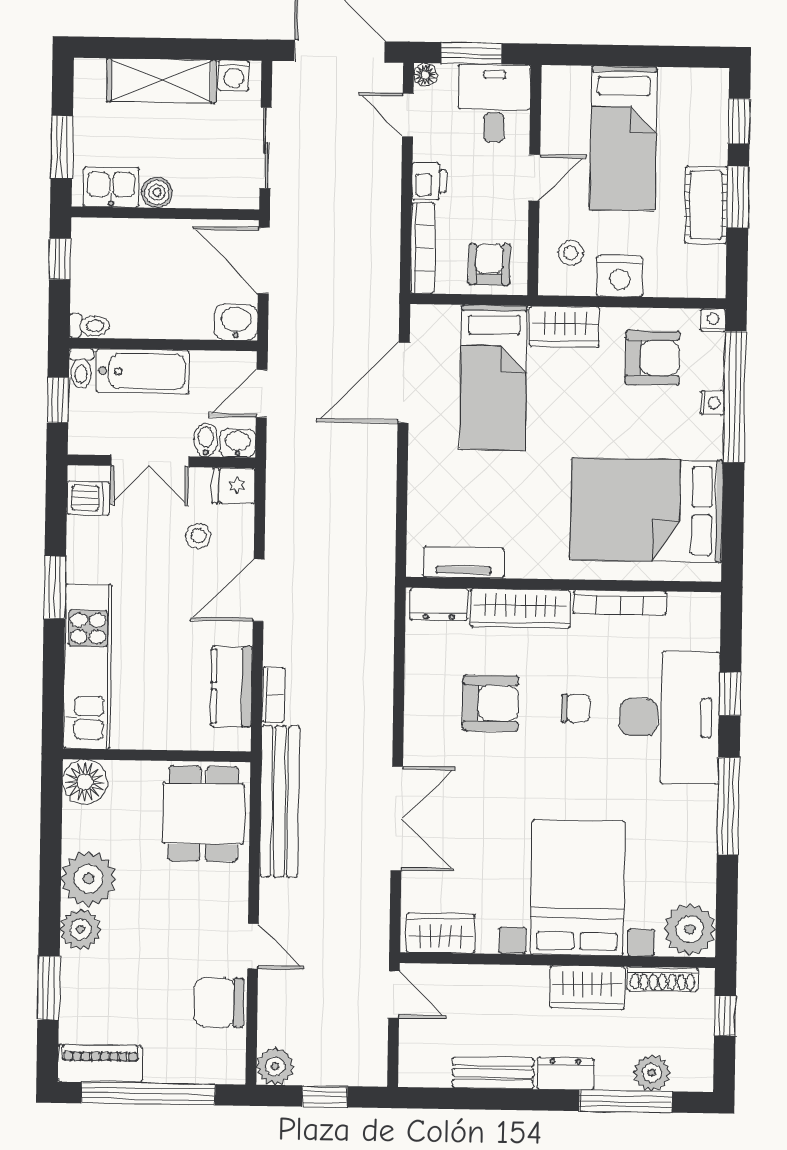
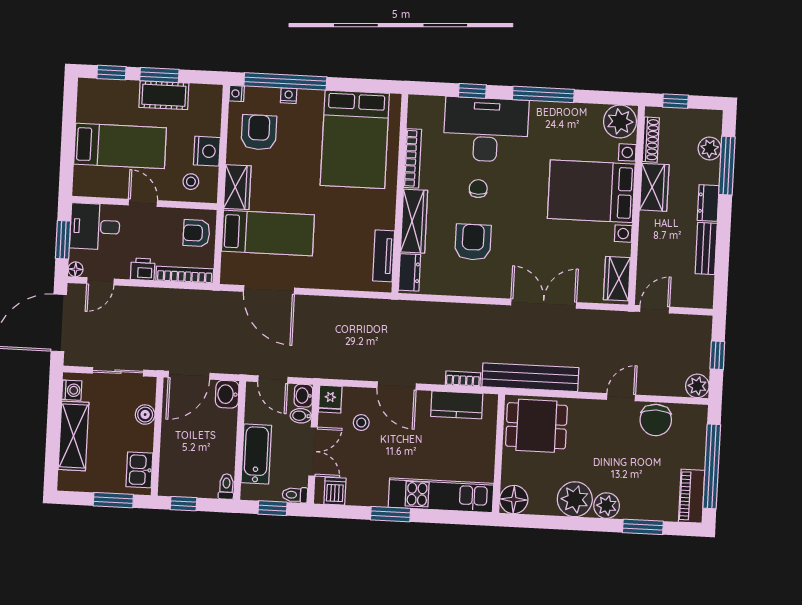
boiler: (157, 192) -> (145, 415), moved
toilet: (81, 368) -> (295, 495), moved, turned 180

